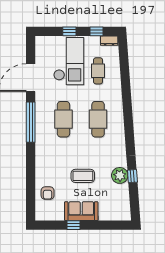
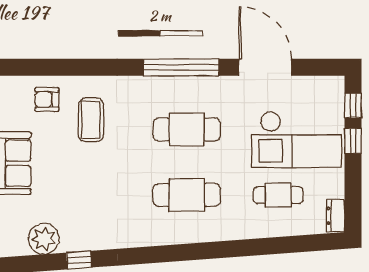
window: (97, 31) -> (353, 106), moved
plant: (120, 175) -> (44, 239), moved
coffee table: (83, 176) -> (91, 120), moved

